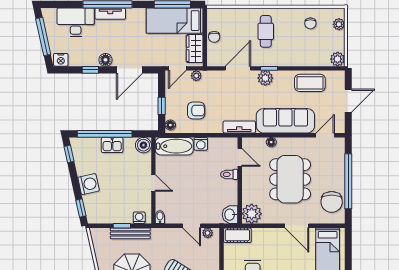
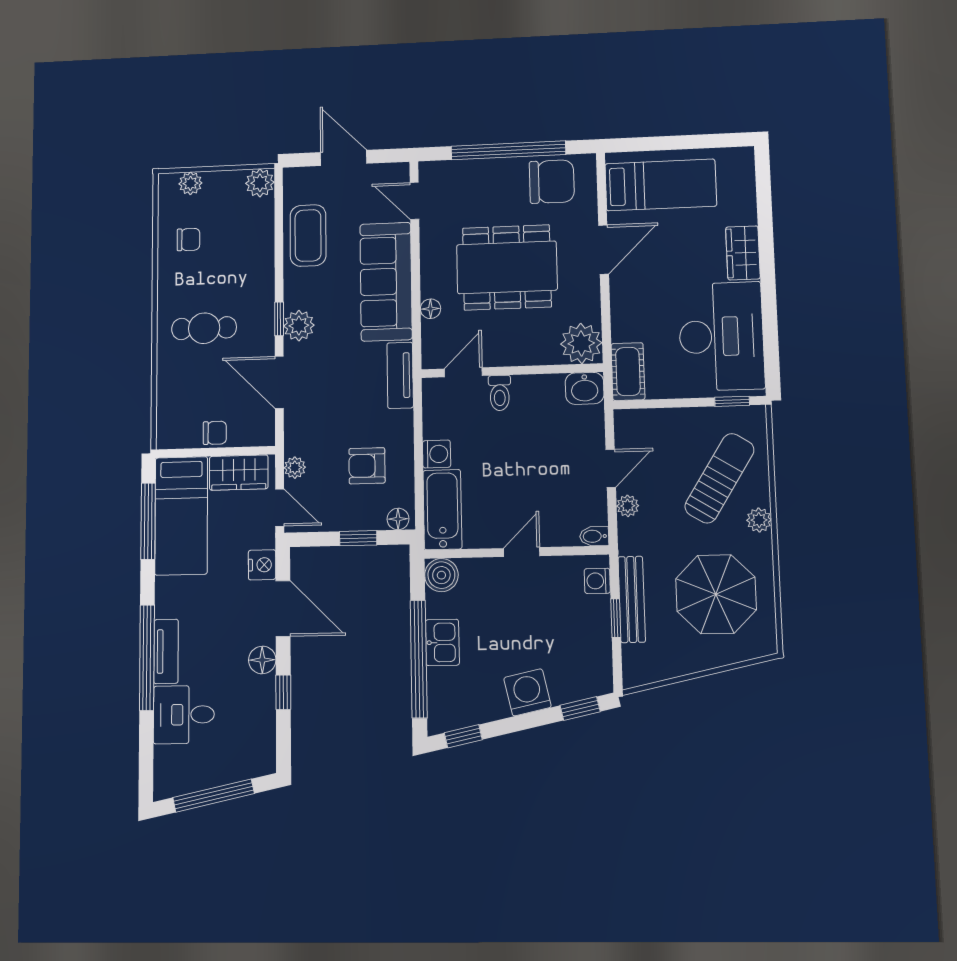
desk: (76, 22) -> (184, 715), width x0.73
nightstand: (61, 60) -> (262, 565), moved
armchair: (196, 111) -> (367, 466), turned -90
plant: (208, 233) -> (628, 506), moved

